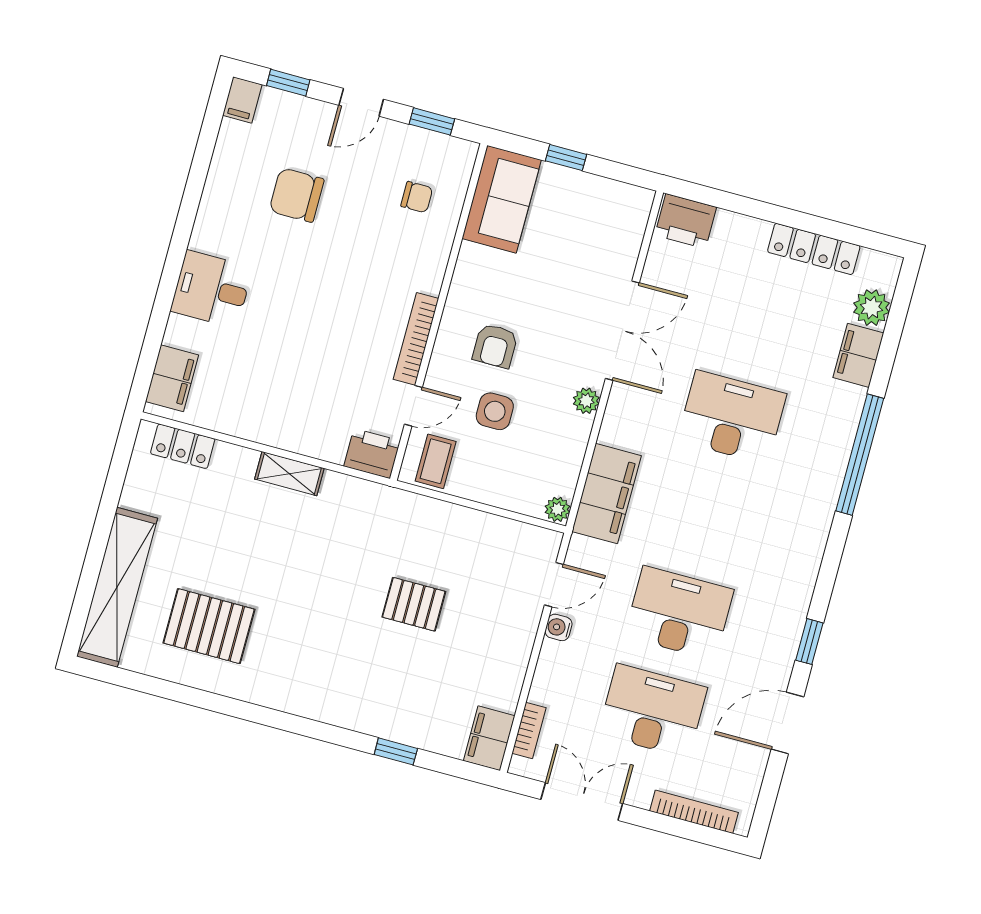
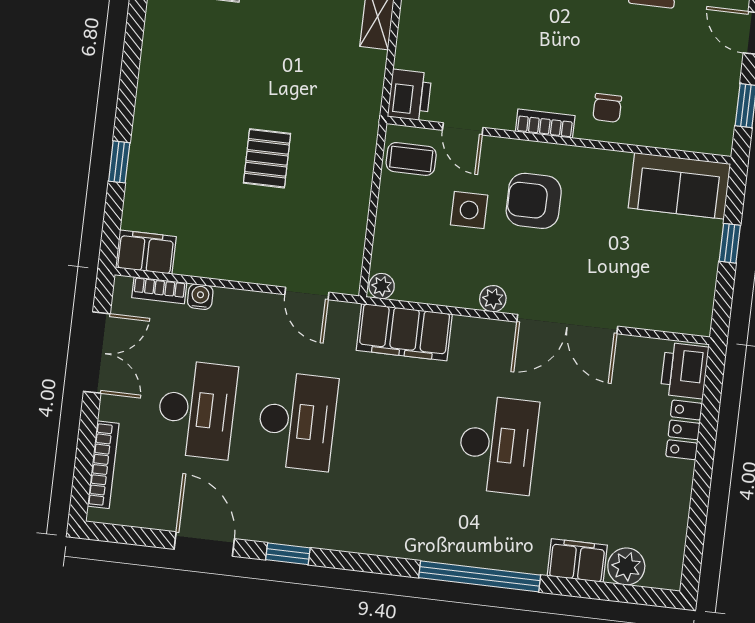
chair: (417, 197) -> (607, 108), moved
locker: (814, 249) -> (684, 430), moved, width x0.66
bookcase: (416, 339) -> (545, 124), width x0.64
armchair: (495, 346) -> (534, 201), width x1.38, depth x1.38
water cooler: (558, 627) -> (200, 297), moved

